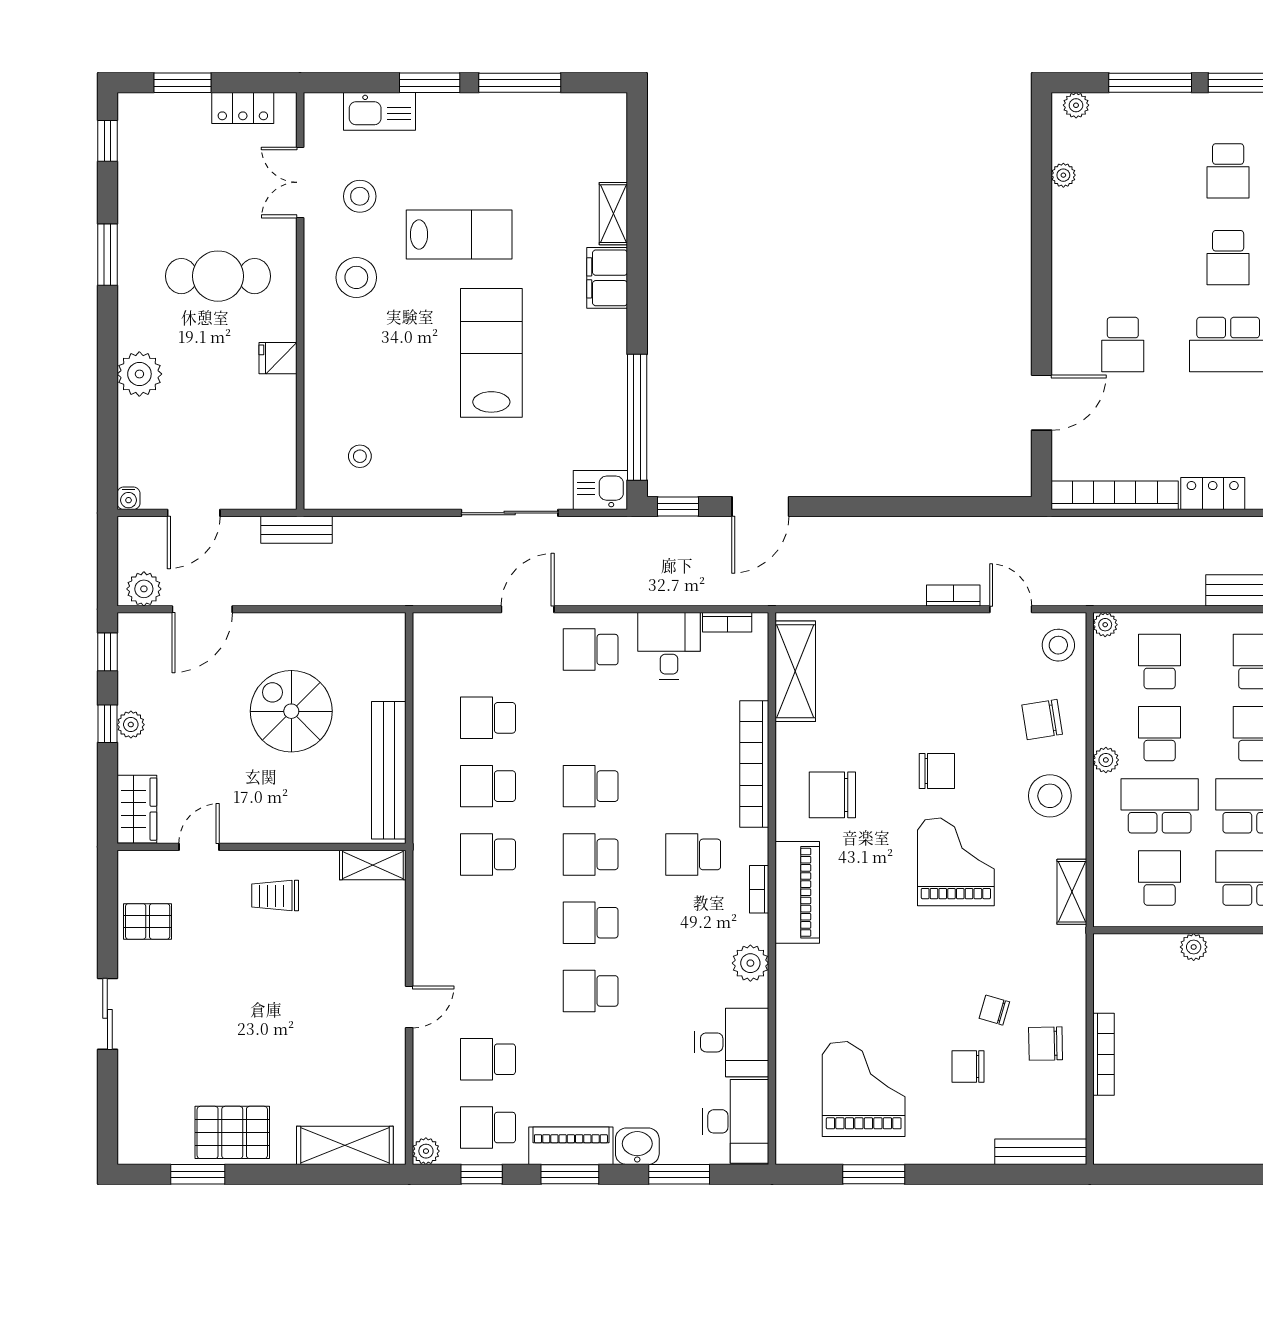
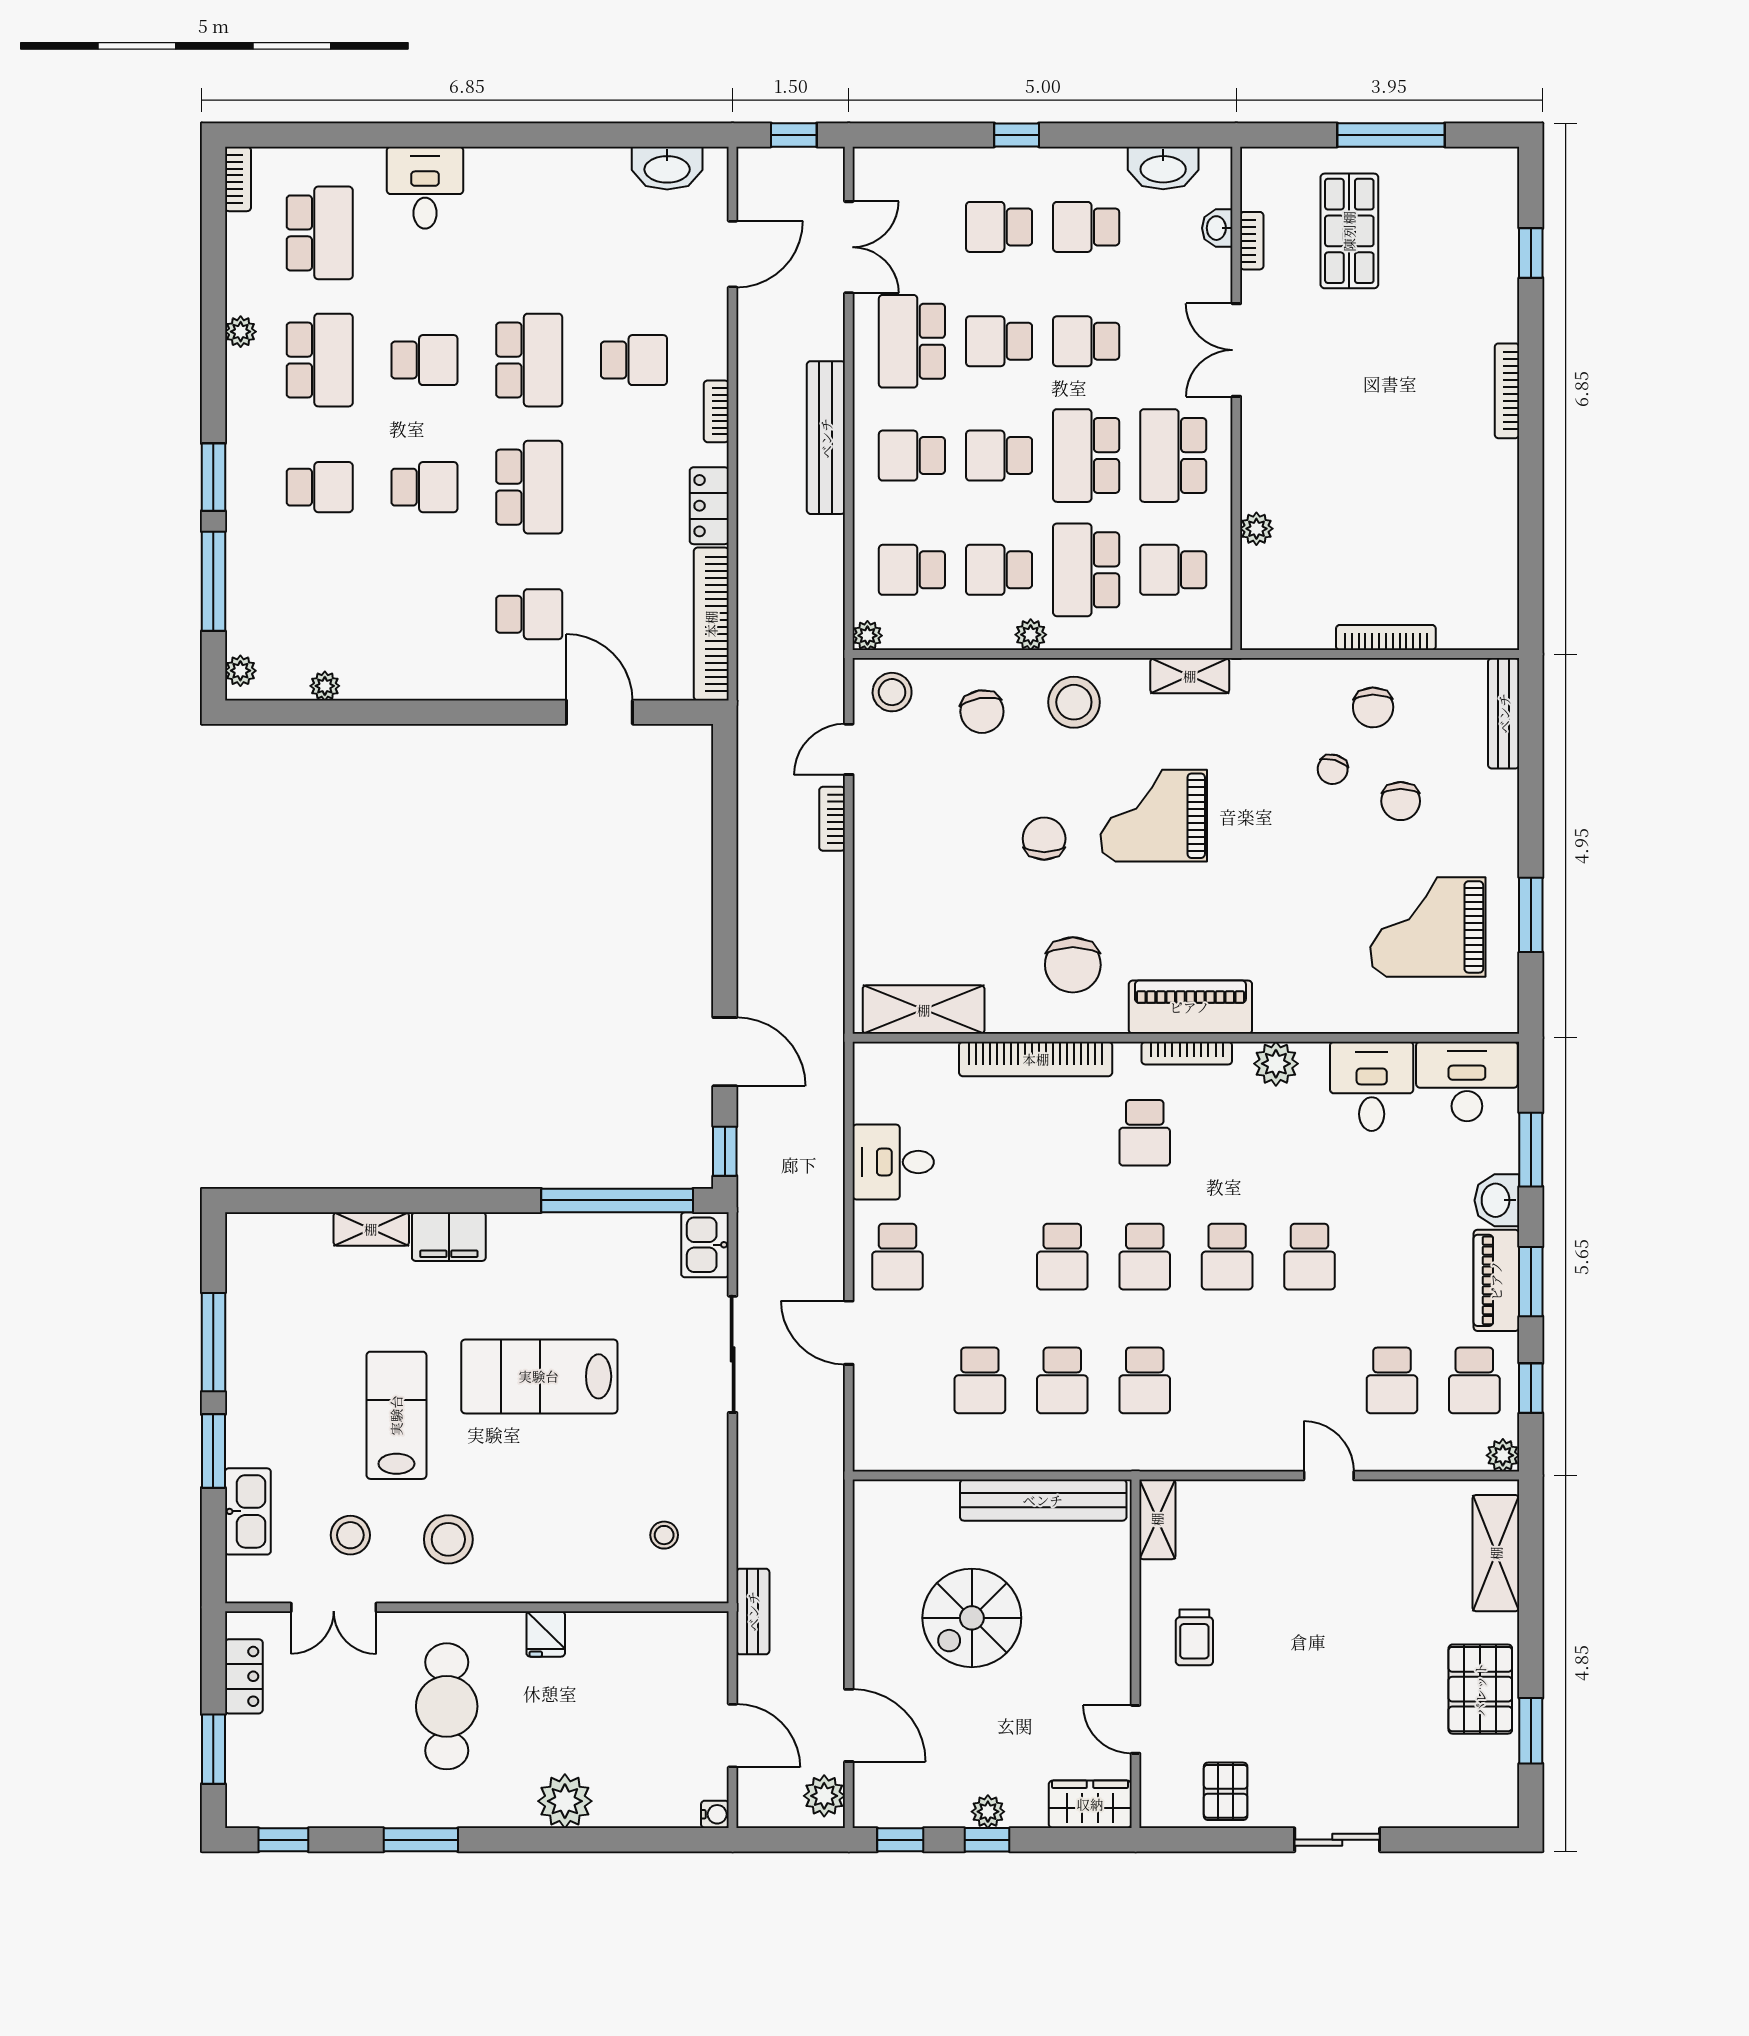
bookcase: (727, 622) -> (865, 1092), removed
bookcase: (759, 889) -> (1187, 1053), width x1.56

